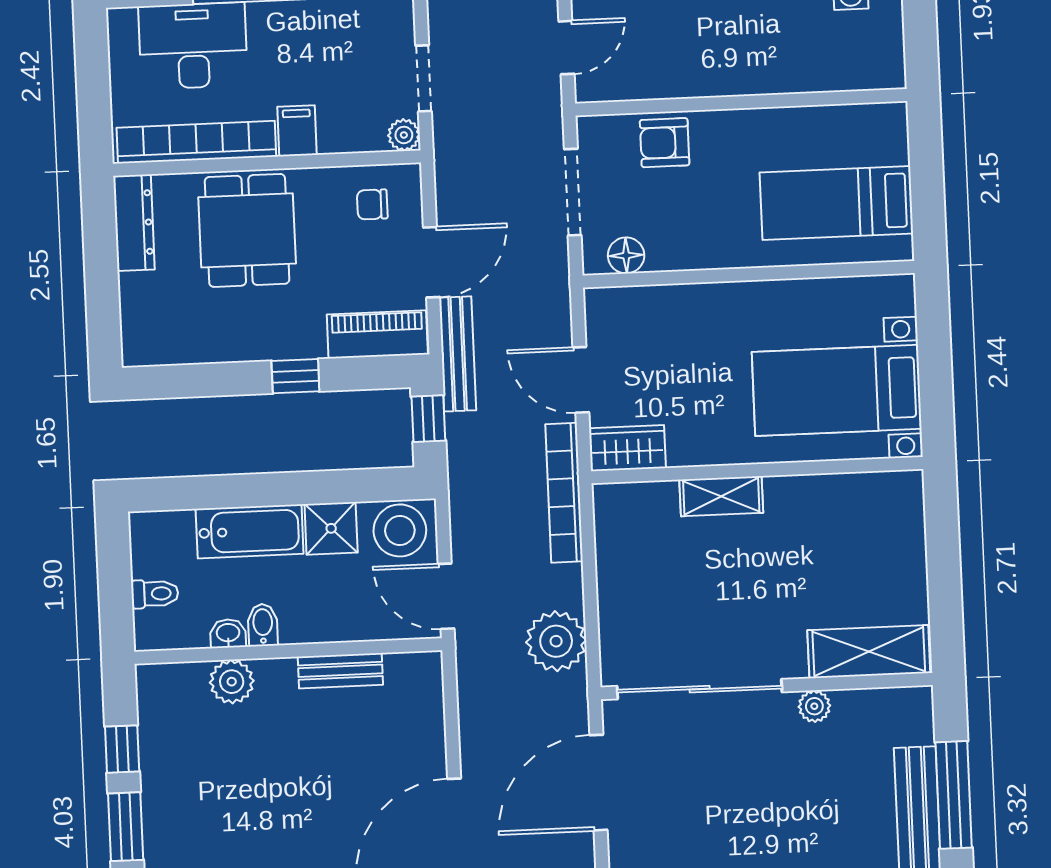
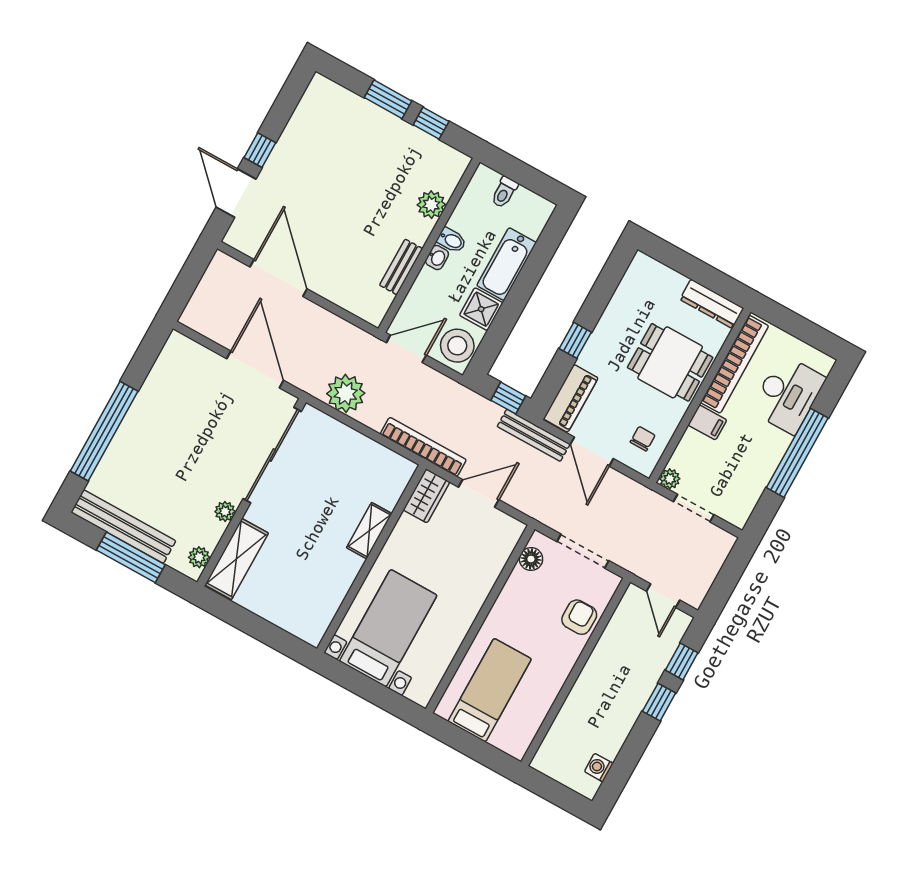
washbasin: (228, 633) -> (437, 257), moved
plant: (897, 703) -> (199, 557), added

